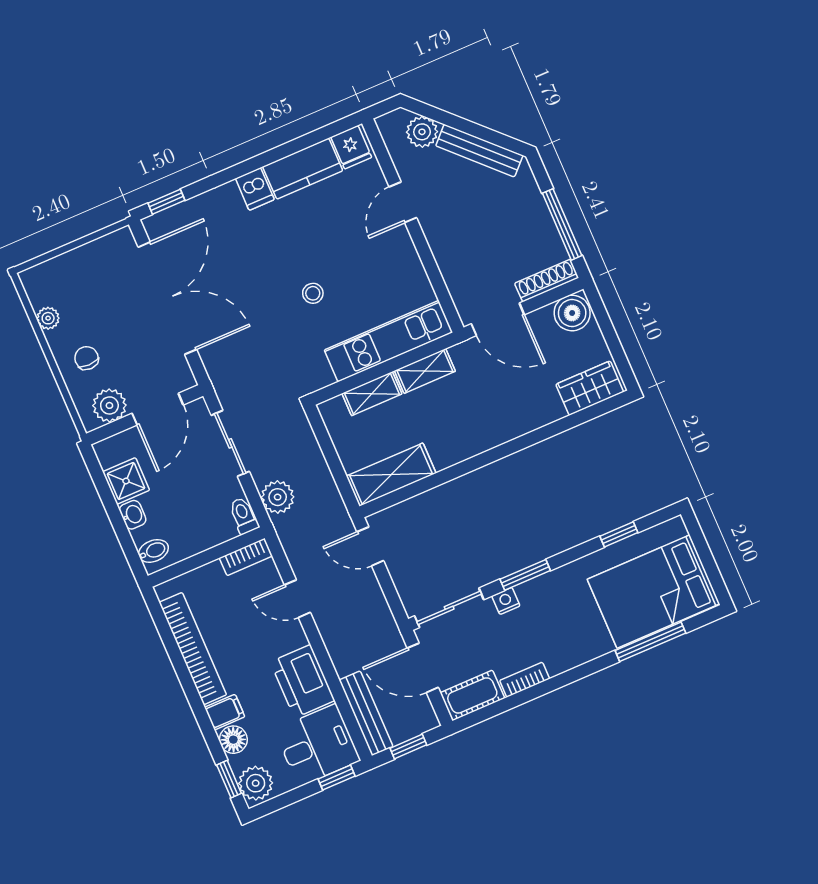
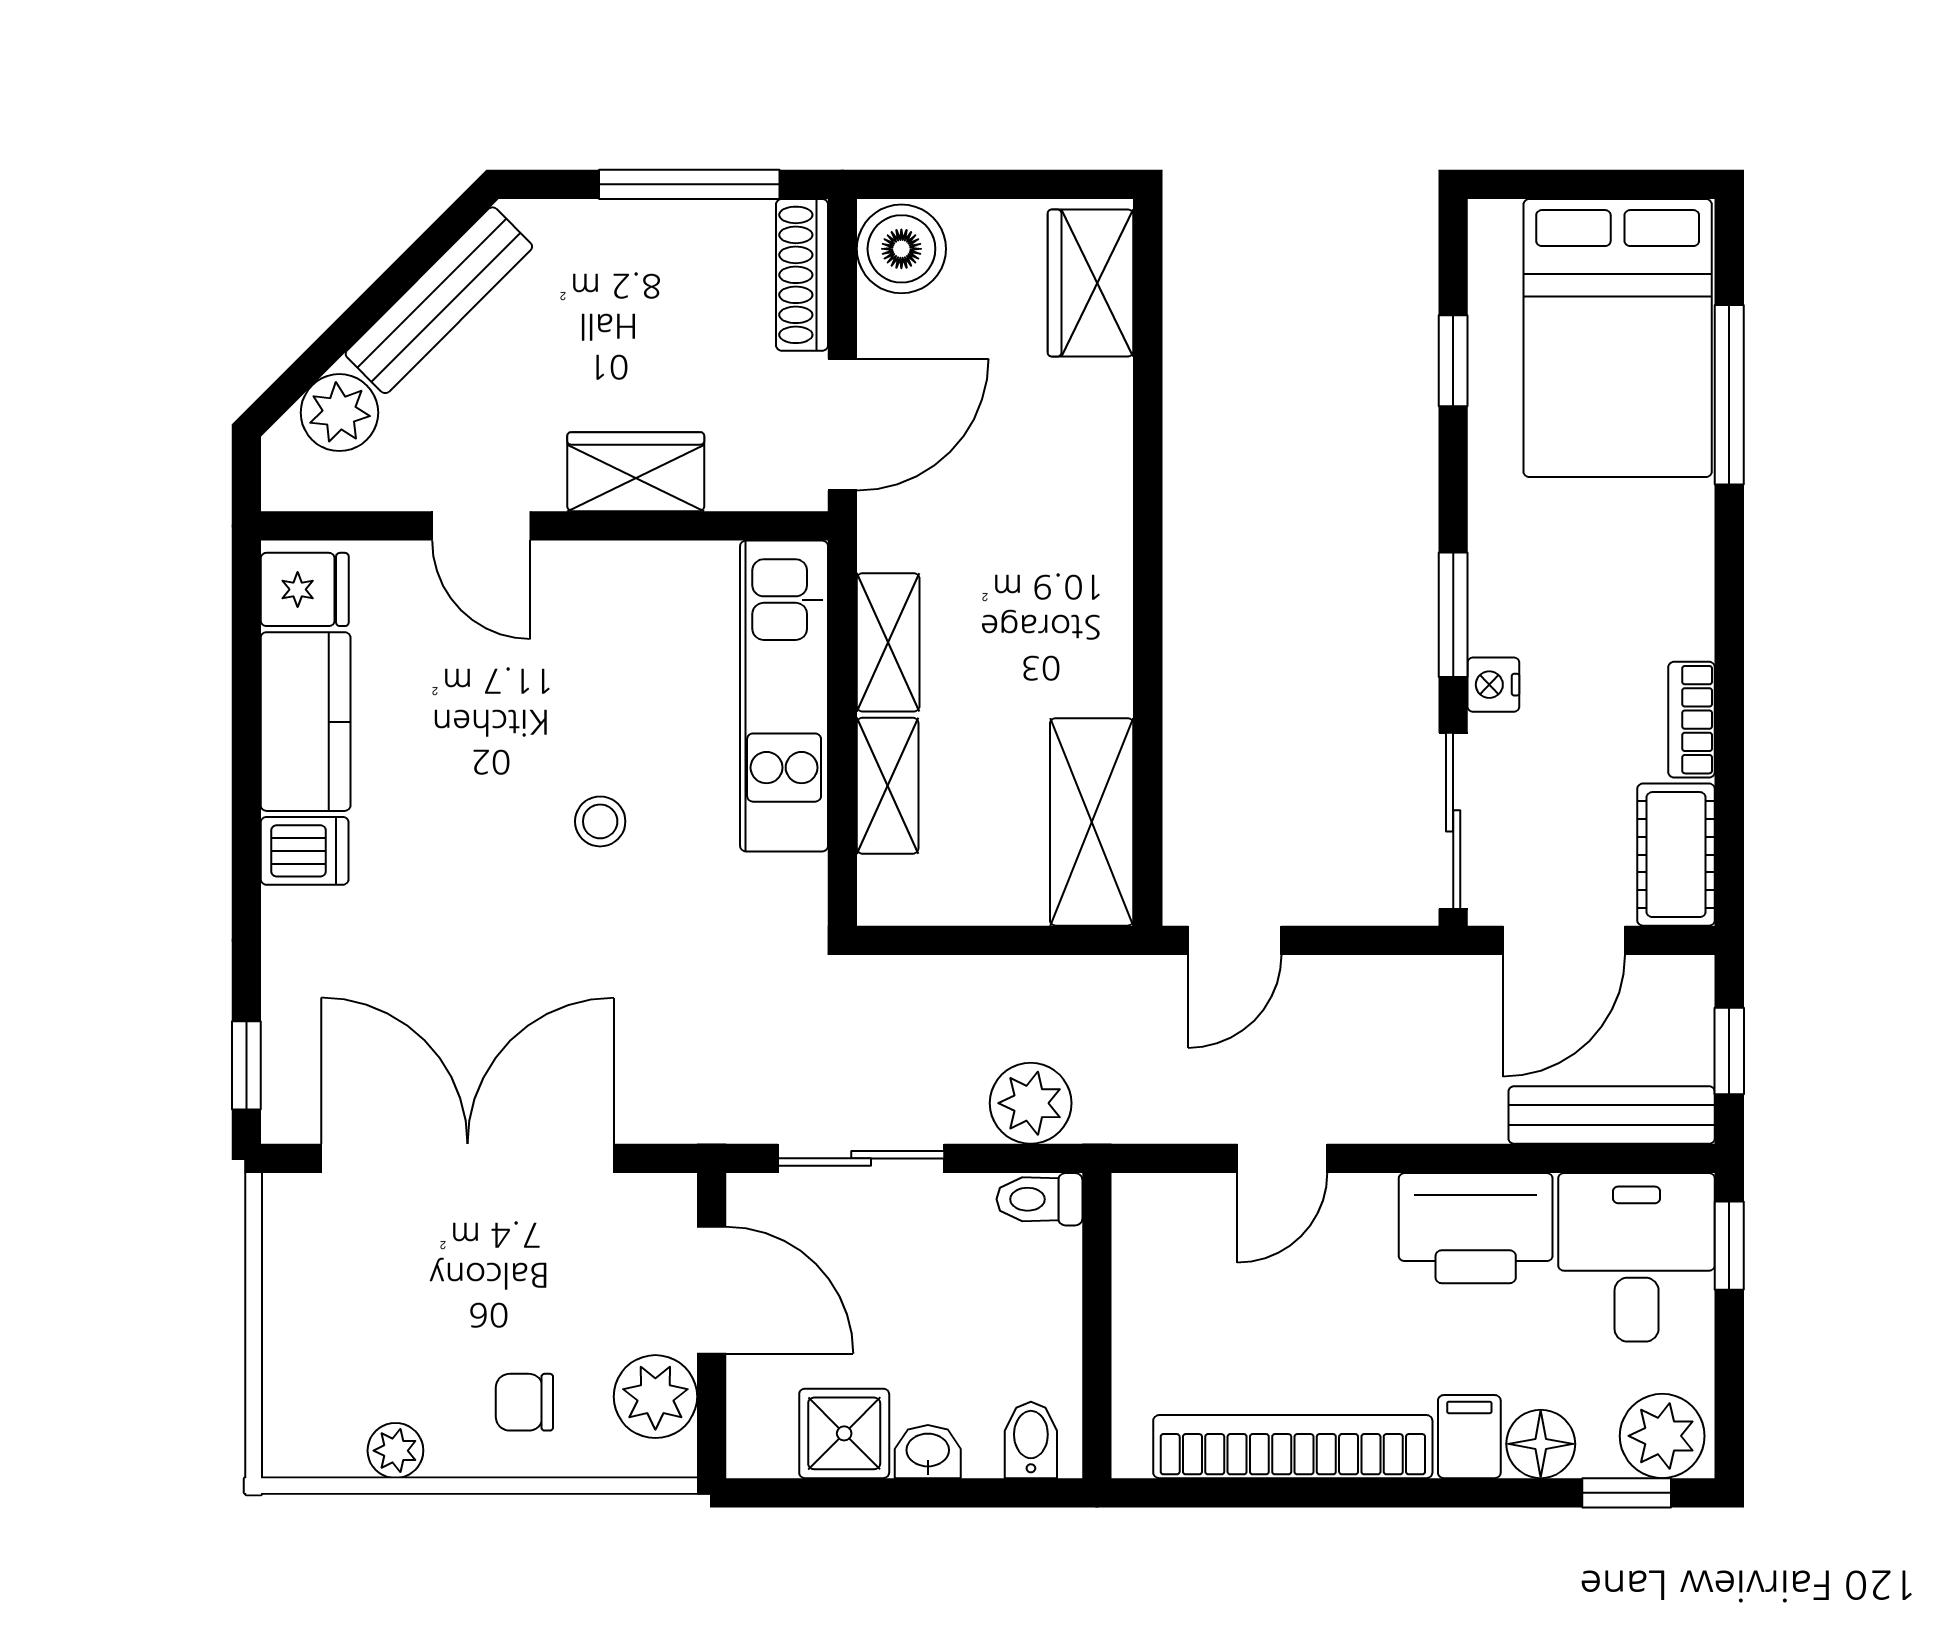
wardrobe: (447, 251) -> (636, 472), added
bookcase: (246, 557) -> (1136, 1235), removed

